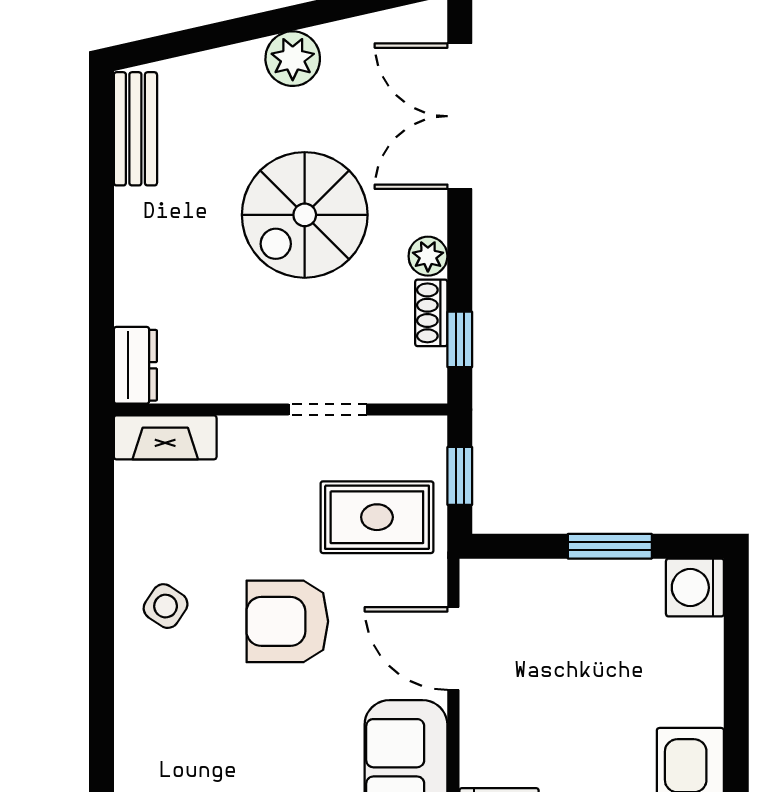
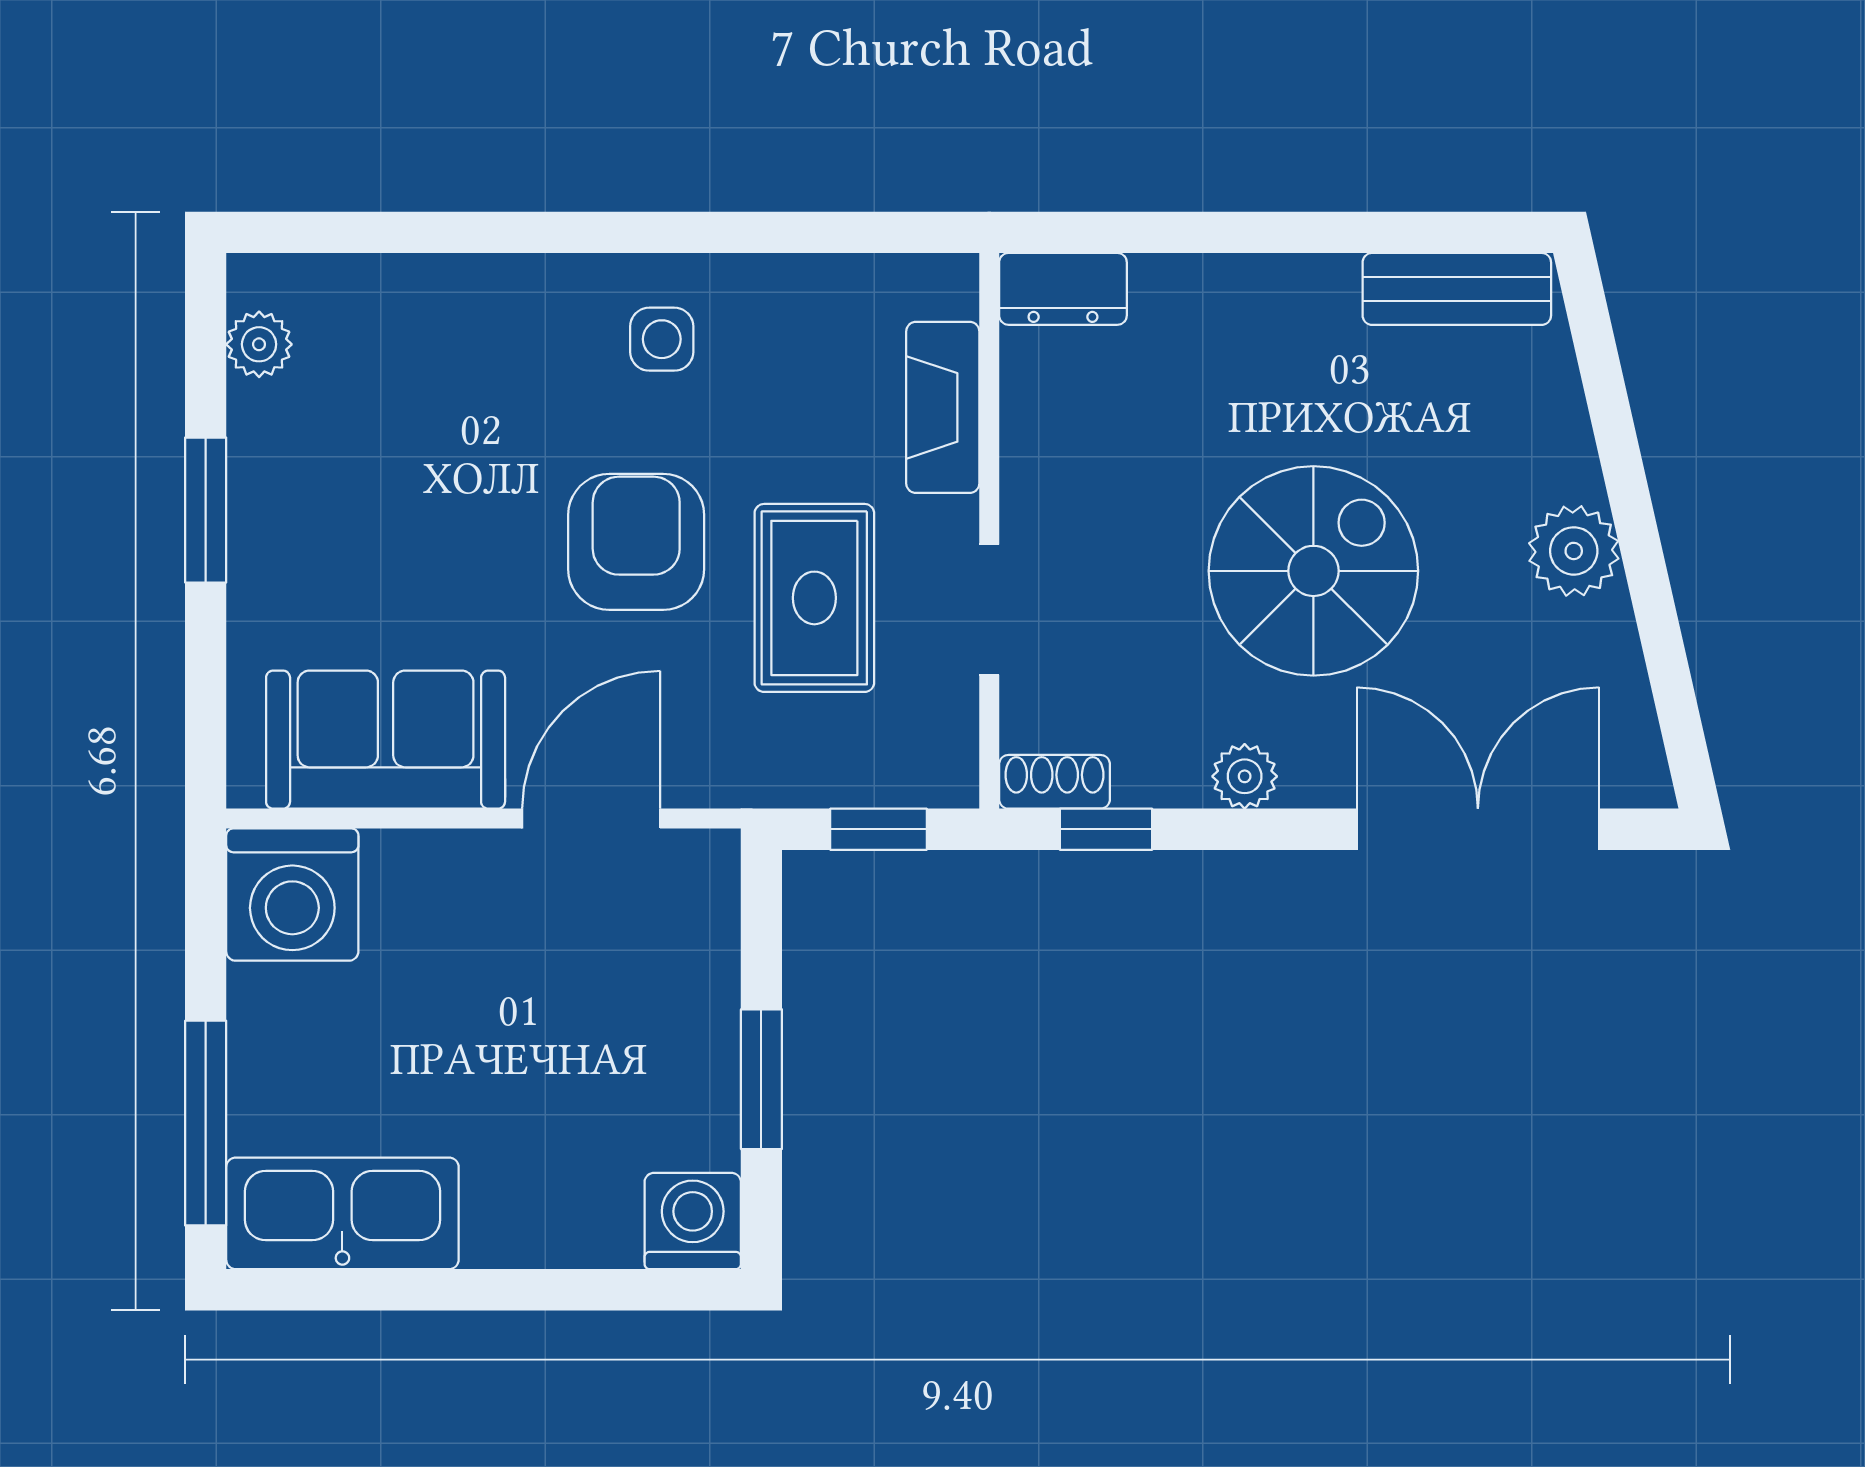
spiral stairs: (305, 215) -> (1313, 571), turned 90
shoe rack: (431, 313) -> (1054, 782), moved
fireplace: (165, 437) -> (943, 407), moved
rug: (377, 517) -> (814, 598), moved
side table: (166, 606) -> (662, 339), turned -34

